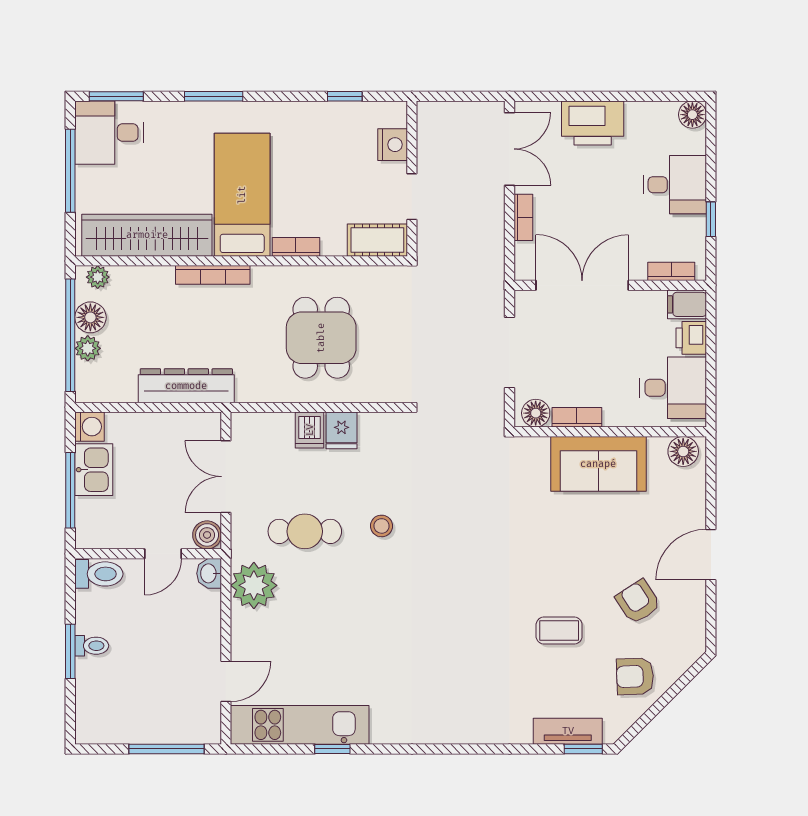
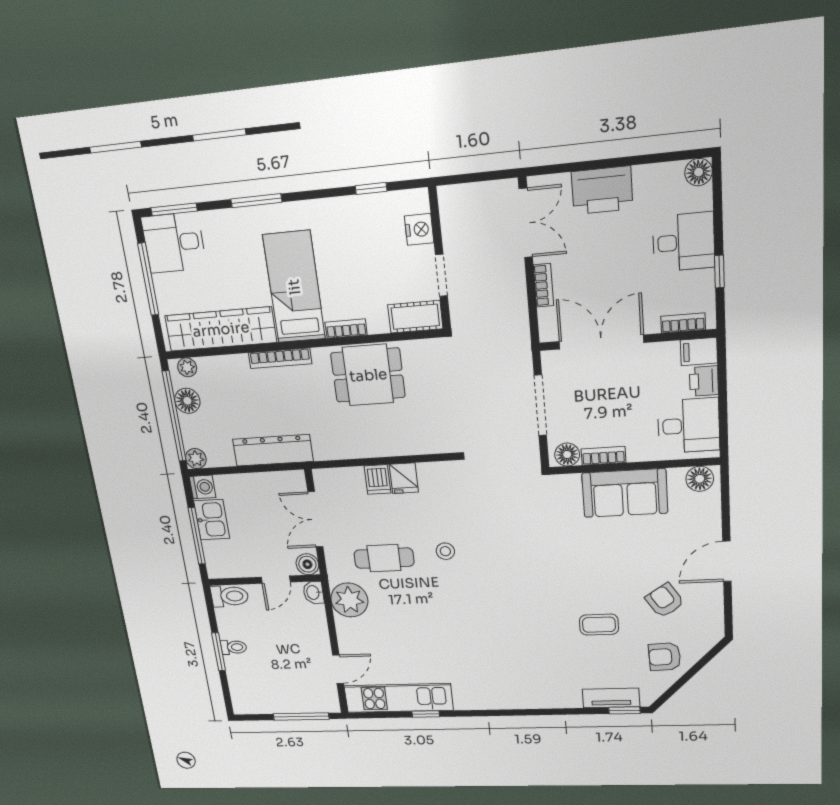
dining table: (321, 338) -> (368, 375), moved, turned 90
plant: (88, 348) -> (196, 459), moved

